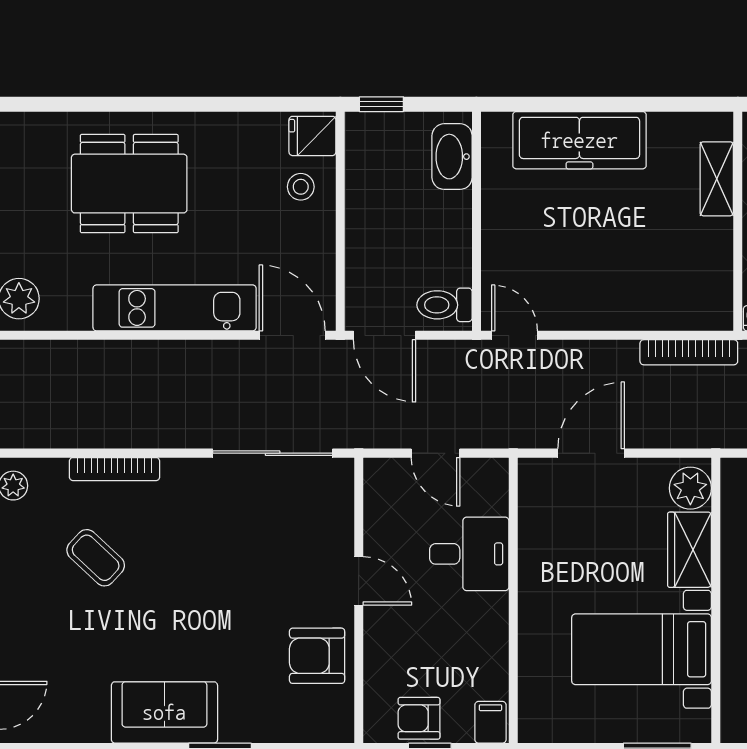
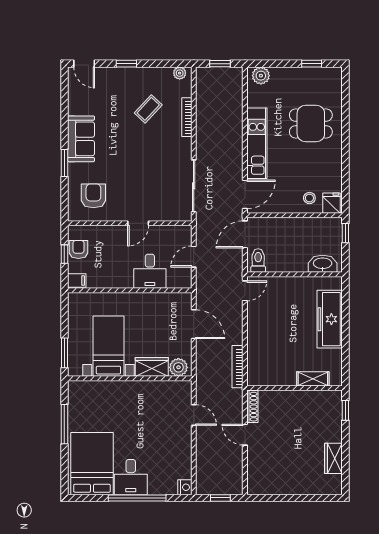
dining table: (129, 184) -> (311, 123), width x0.73
armchair: (317, 656) -> (93, 196), moved

